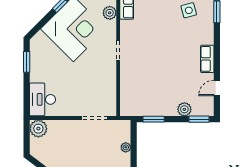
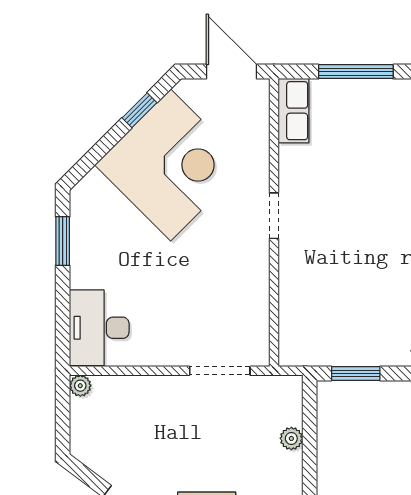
plant: (110, 13) -> (254, 128), removed
plant: (38, 129) -> (80, 386), width x0.53, depth x0.53

